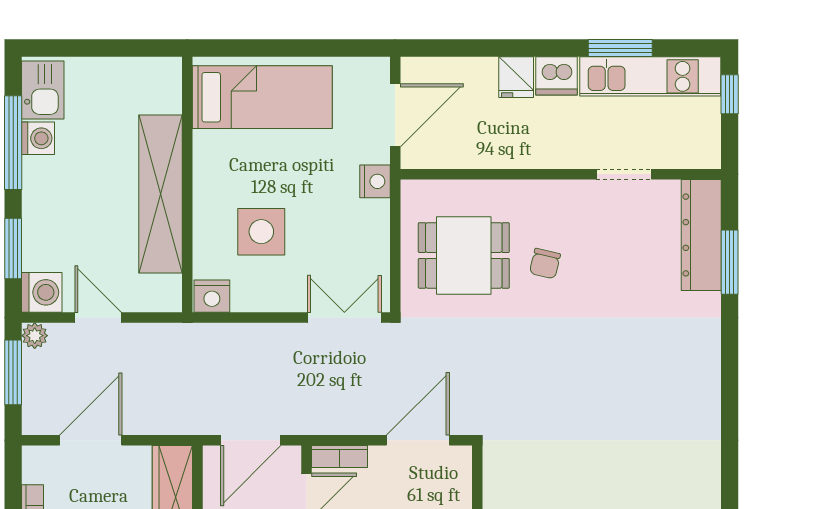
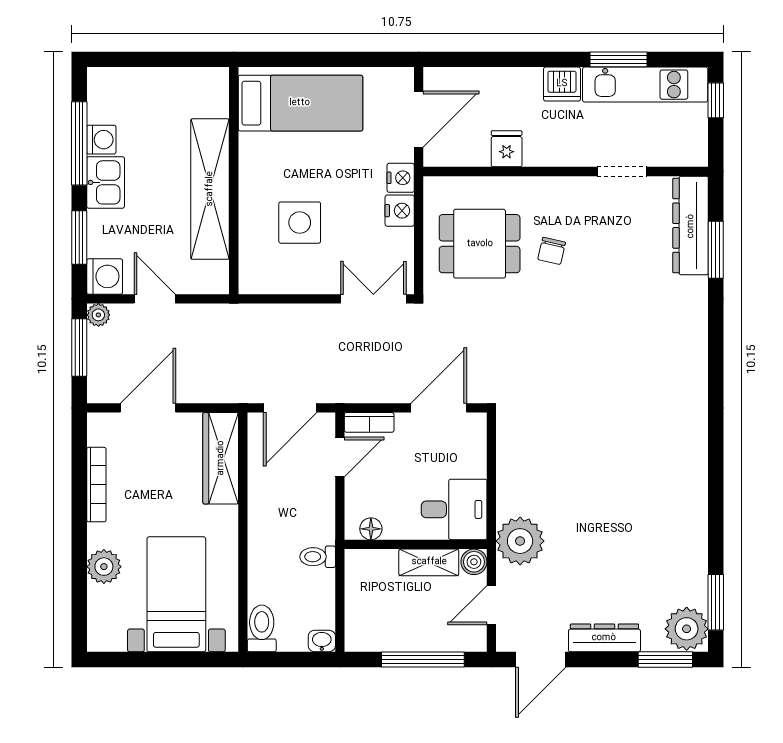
fridge: (516, 77) -> (507, 149), moved, turned 180
kitchen sink: (43, 90) -> (106, 182), moved
nightstand: (212, 296) -> (400, 211), moved, turned -90

